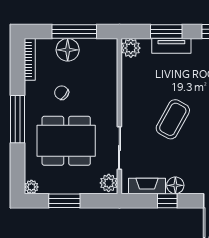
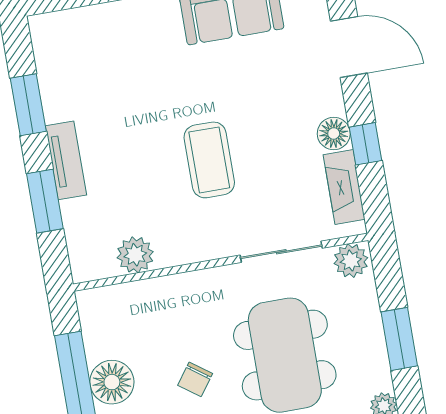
tv unit: (171, 46) -> (66, 160), moved
plant: (131, 48) -> (135, 255), moved
coffee table: (173, 119) -> (209, 160), turned 61

